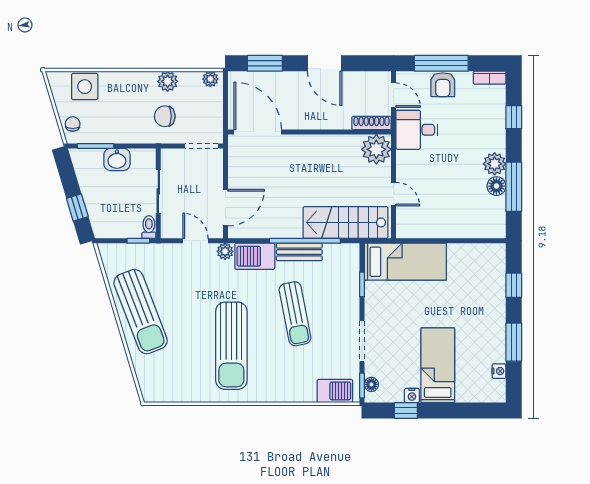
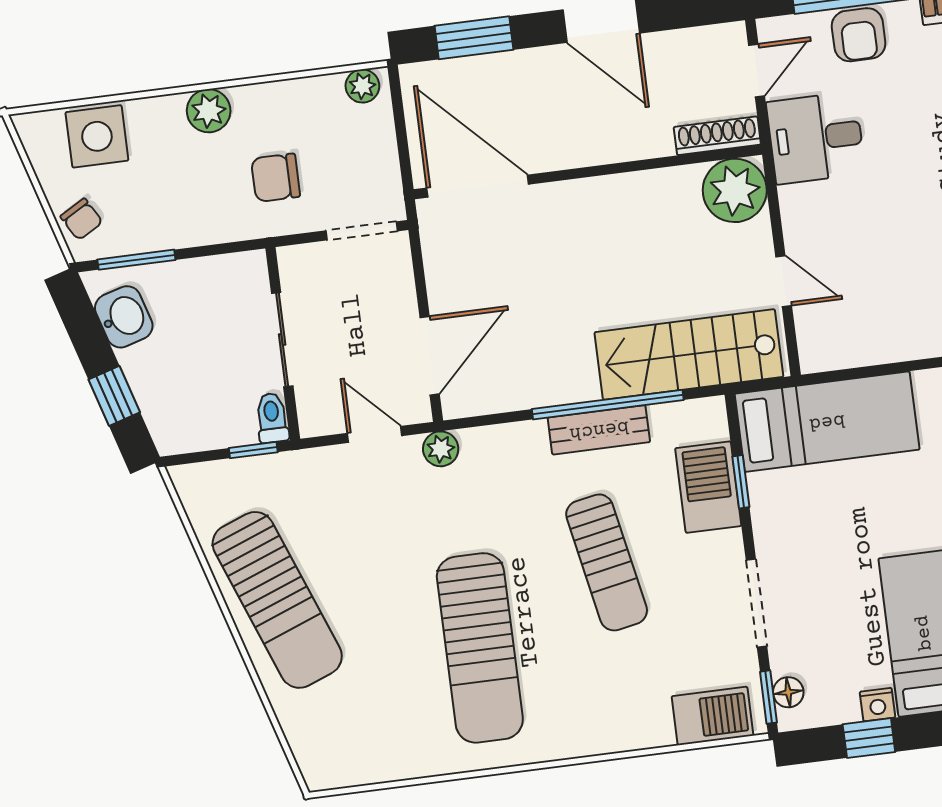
plant: (168, 81) -> (209, 111), moved
door: (394, 95) -> (757, 71), hinge flipped
chair: (73, 124) -> (81, 219), turned 150
washbasin: (117, 159) -> (124, 317), moved, turned -107
barbecue: (255, 256) -> (708, 487), moved, turned 90

